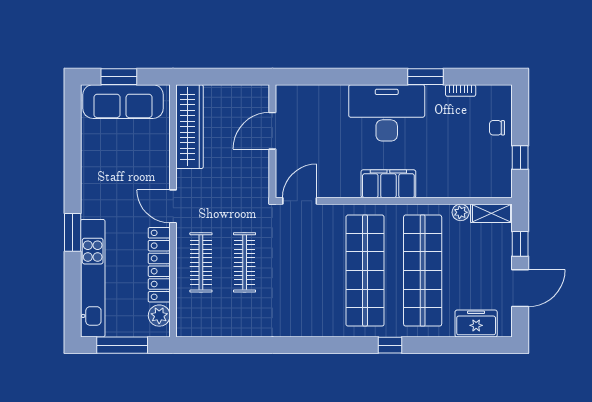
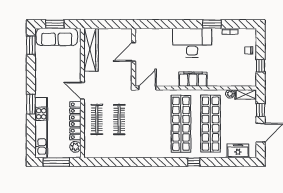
window: (73, 118) -> (31, 45), added

